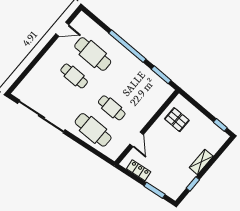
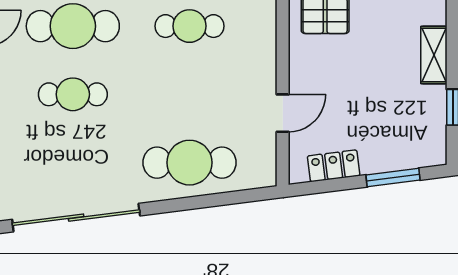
cafe table: (112, 108) -> (190, 26), moved
door: (137, 139) -> (283, 113), hinge flipped

